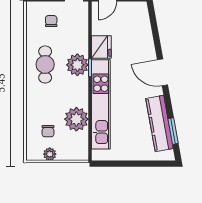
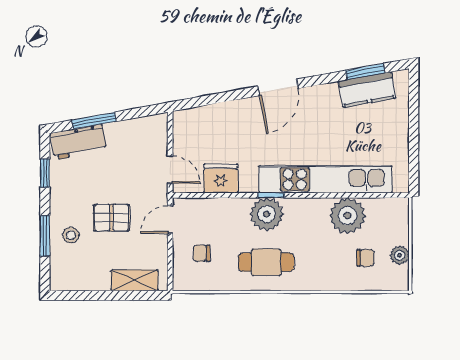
fridge: (101, 47) -> (221, 179), moved
kitchen counter: (159, 123) -> (367, 90), width x0.67

